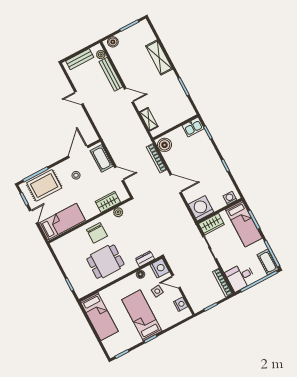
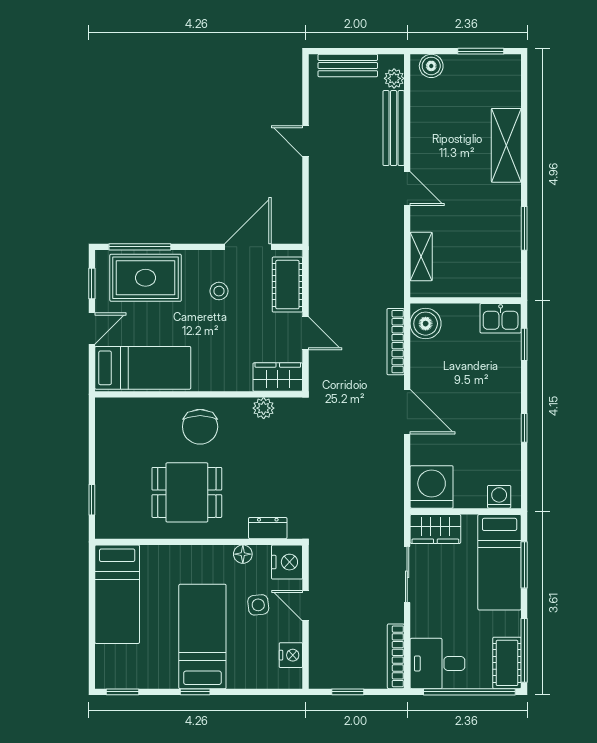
wardrobe: (108, 202) -> (278, 377), moved

